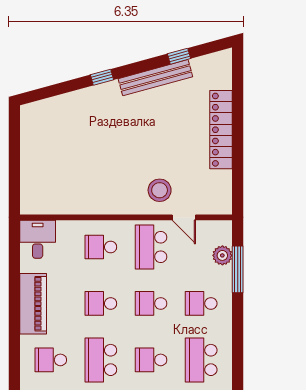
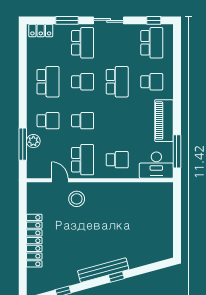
bench: (155, 78) -> (103, 270), moved
desk: (38, 239) -> (156, 165), width x1.37
plant: (222, 255) -> (33, 141), moved
window: (14, 259) -> (177, 151), added
school desk: (101, 303) -> (117, 121), removed

